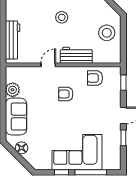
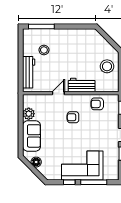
stool: (62, 17) -> (44, 50), moved

